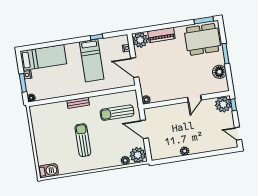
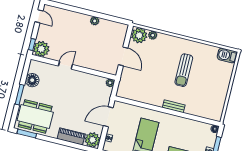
door: (135, 68) -> (108, 117), swing flipped
sun lounger: (117, 113) -> (142, 82), removed

